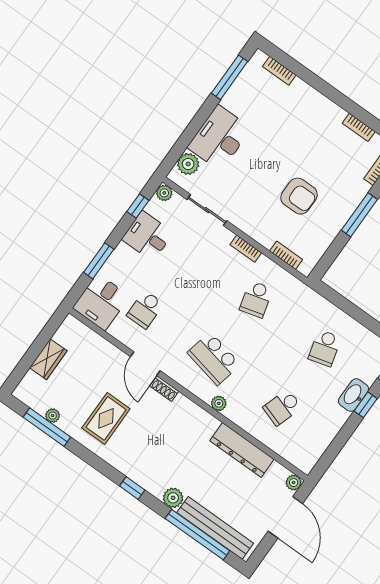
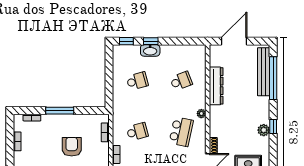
school desk: (282, 407) -> (181, 81), turned -39
plant: (294, 483) -> (214, 49), removed
plant: (173, 498) -> (264, 130), moved

